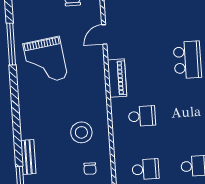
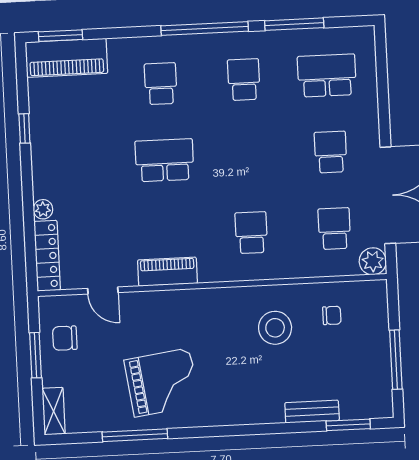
door: (104, 34) -> (103, 290), moved
piano: (117, 78) -> (167, 272), moved

